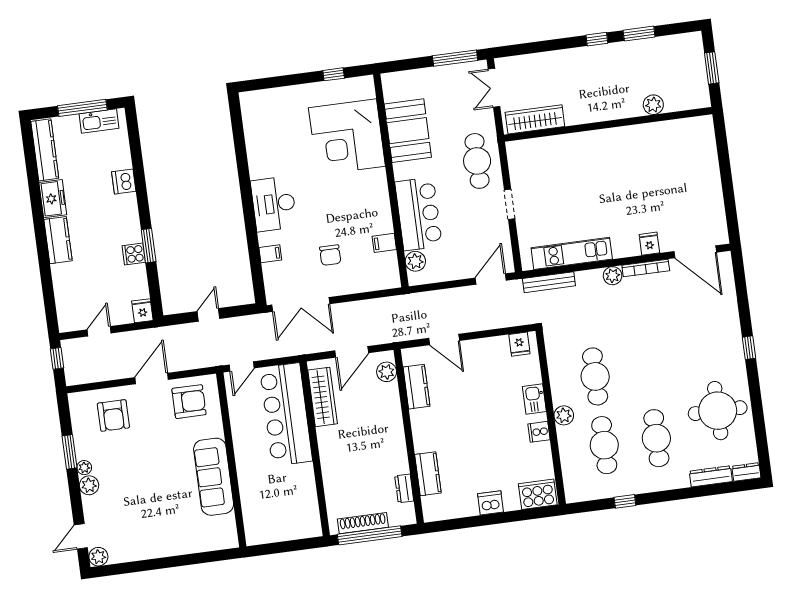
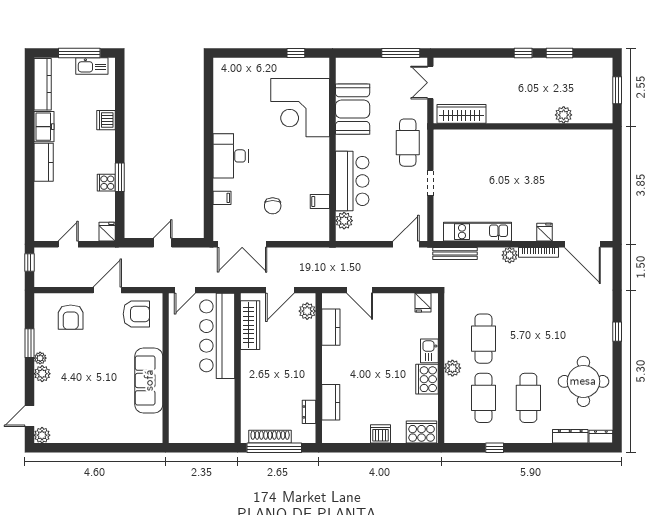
cooker: (539, 432) -> (427, 379), width x1.87, depth x1.31

